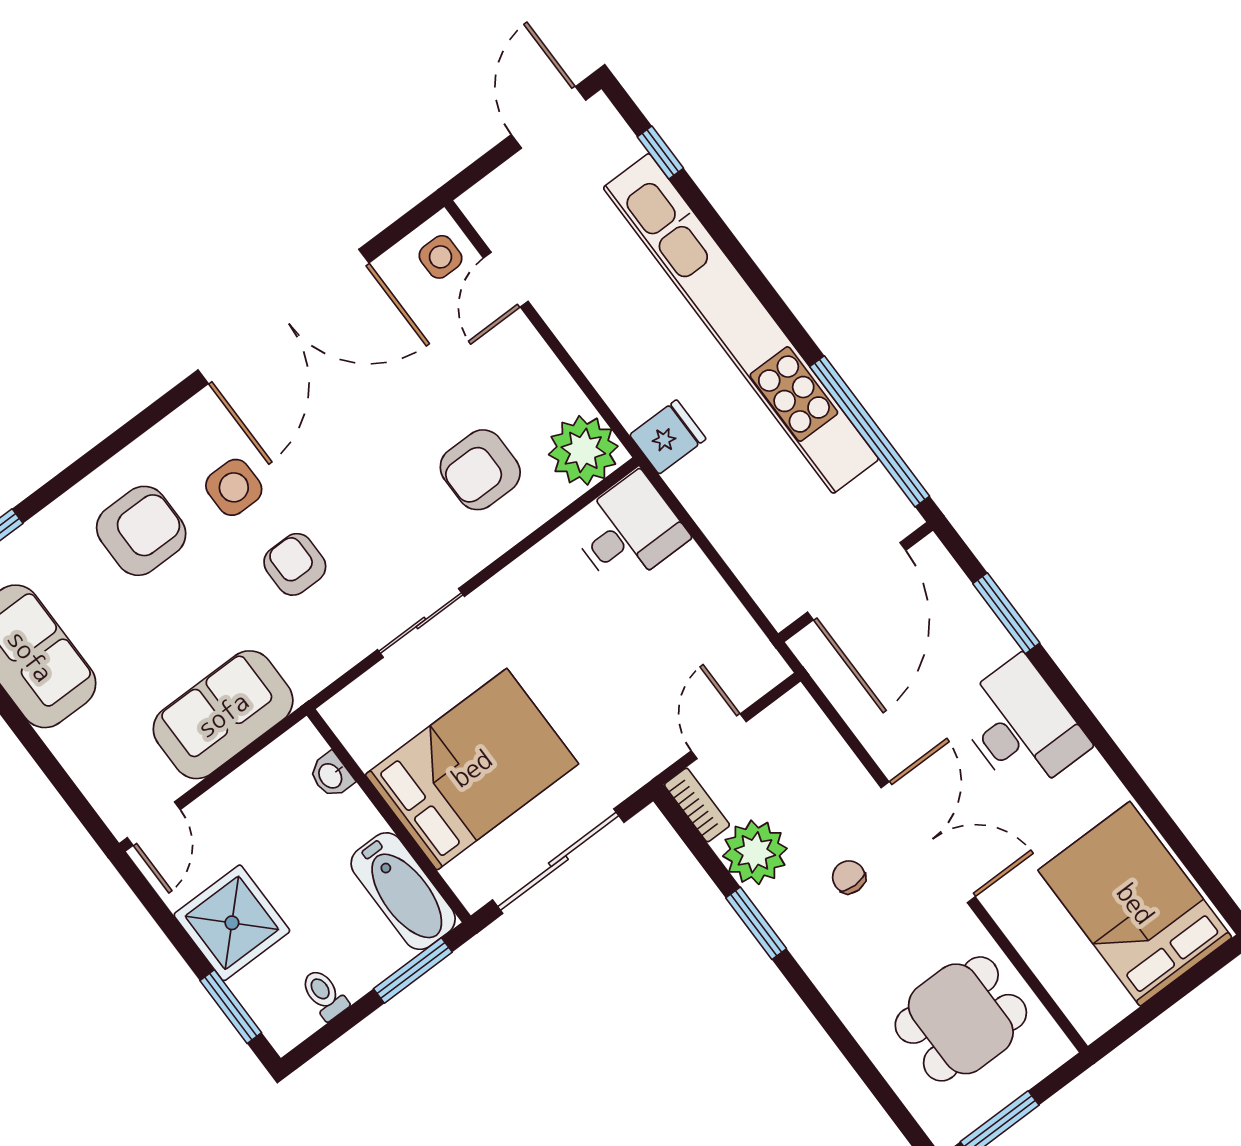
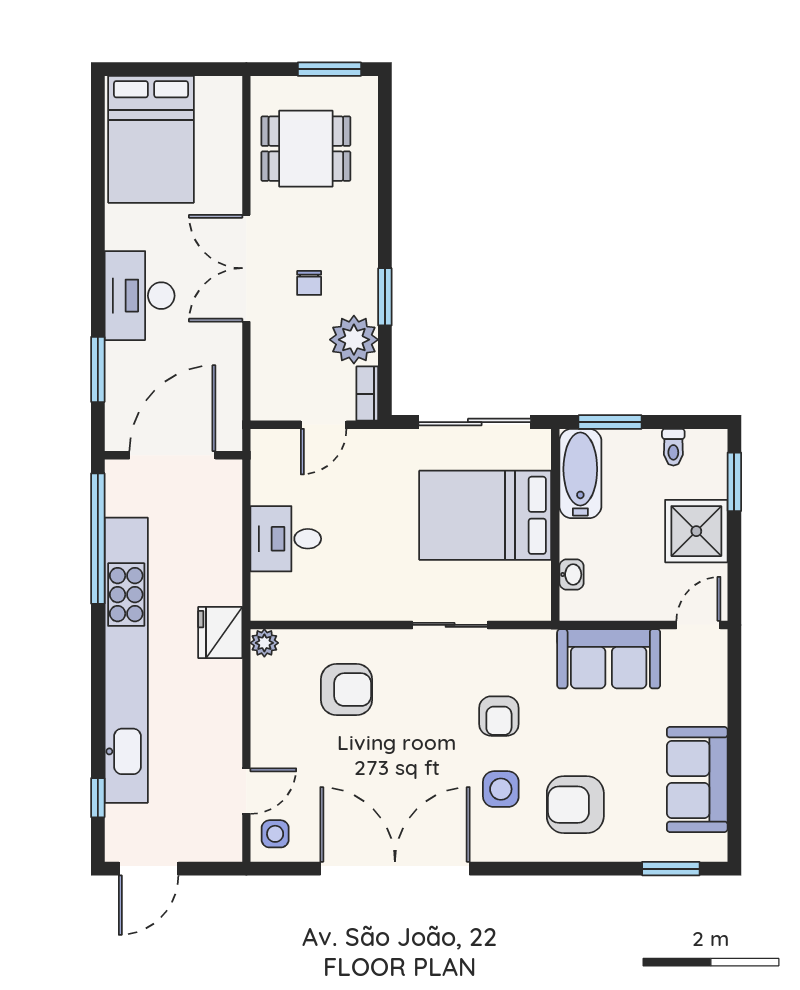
fridge: (668, 437) -> (220, 632), width x1.38
plant: (583, 450) -> (264, 643), width x0.53, depth x0.53
desk: (628, 531) -> (286, 539), moved

